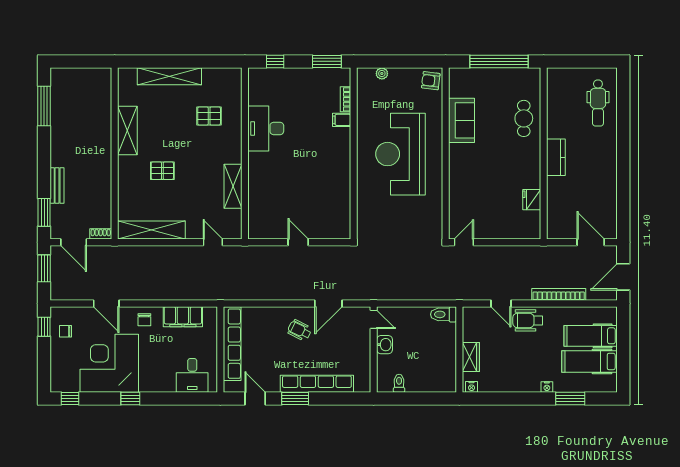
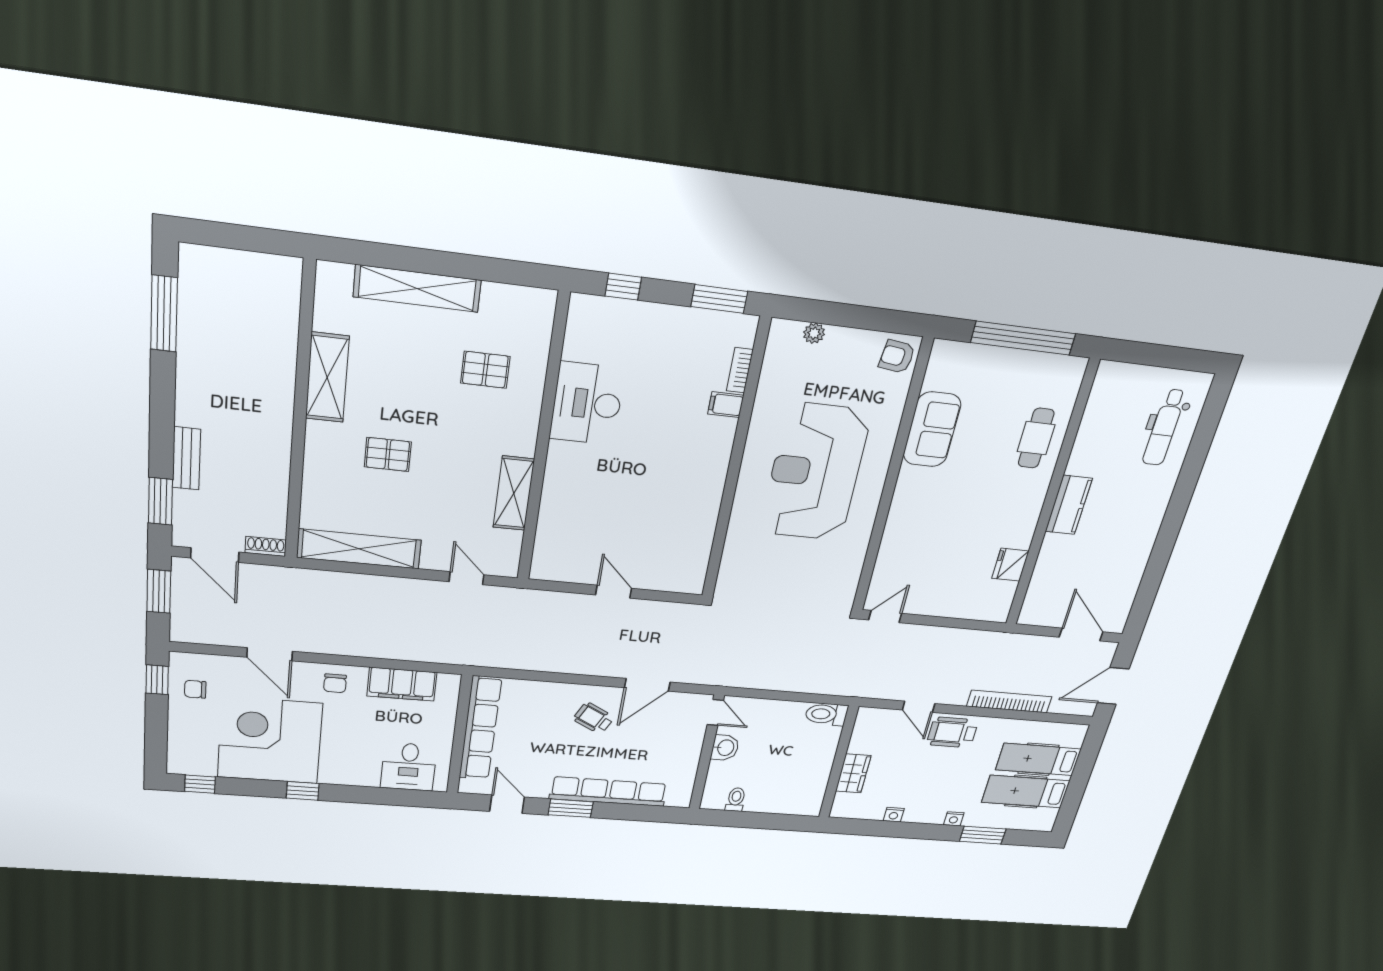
nightstand: (472, 387) -> (894, 815), moved

